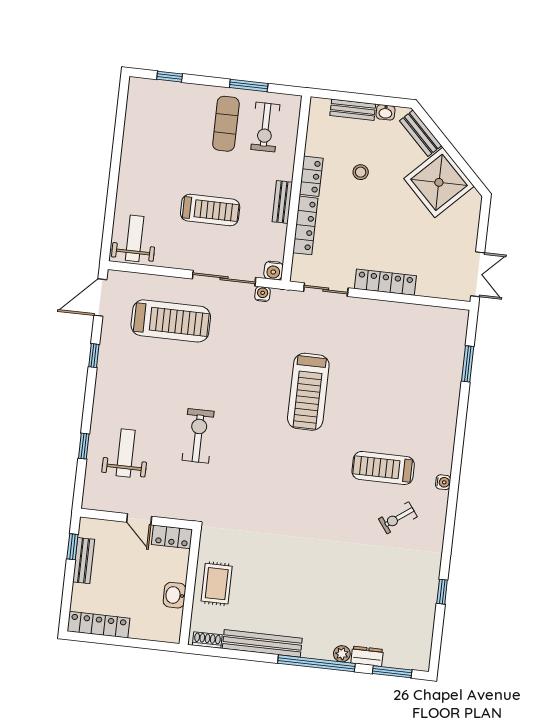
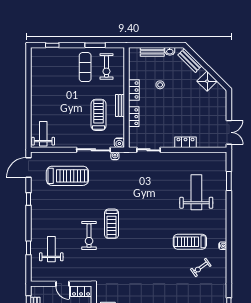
shower: (439, 182) -> (207, 81), width x0.54, depth x0.54
treadmill: (210, 210) -> (98, 115), moved, turned -90
locker: (305, 225) -> (134, 117), width x0.66
locker: (385, 282) -> (185, 142), width x0.66
weight bench: (405, 378) -> (196, 192), added
treadmill: (308, 392) -> (112, 224), moved, width x0.73, depth x0.73
exercise bike: (198, 436) -> (89, 236), turned 180

